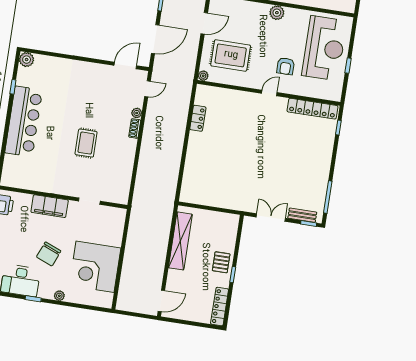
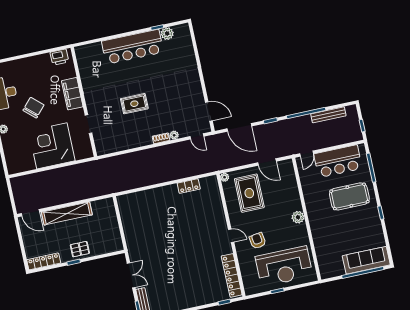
plant: (27, 60) -> (167, 34), moved
armchair: (286, 66) -> (258, 241), turned 81
shelving: (180, 241) -> (67, 213), moved
chair: (49, 254) -> (34, 108), turned 110
corner desk: (95, 267) -> (52, 146), moved

